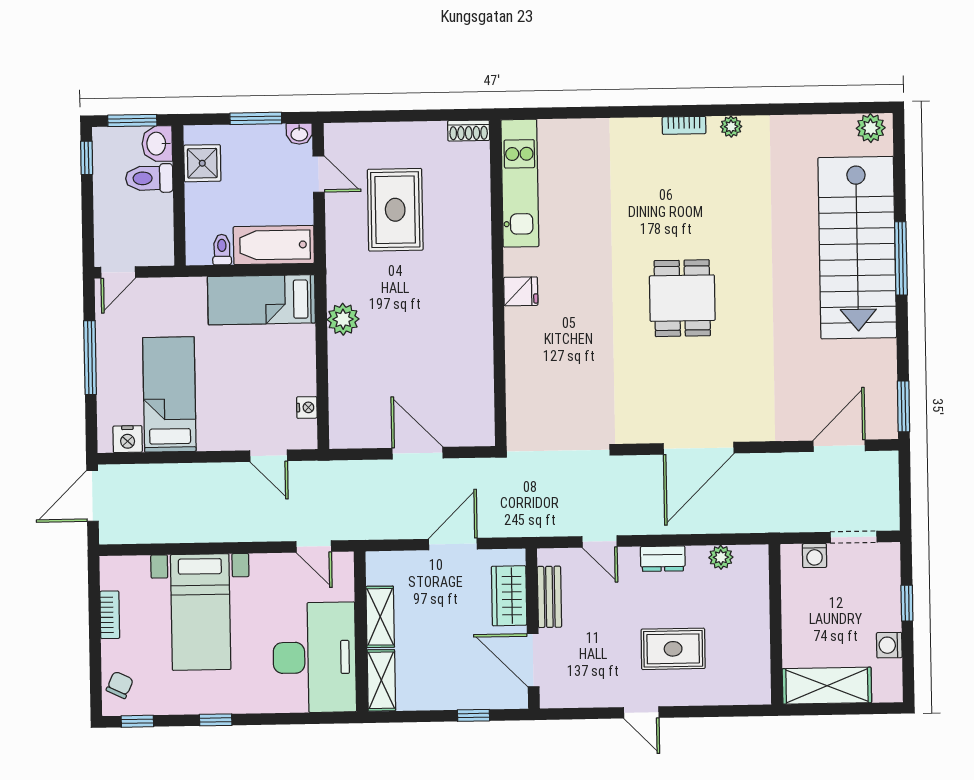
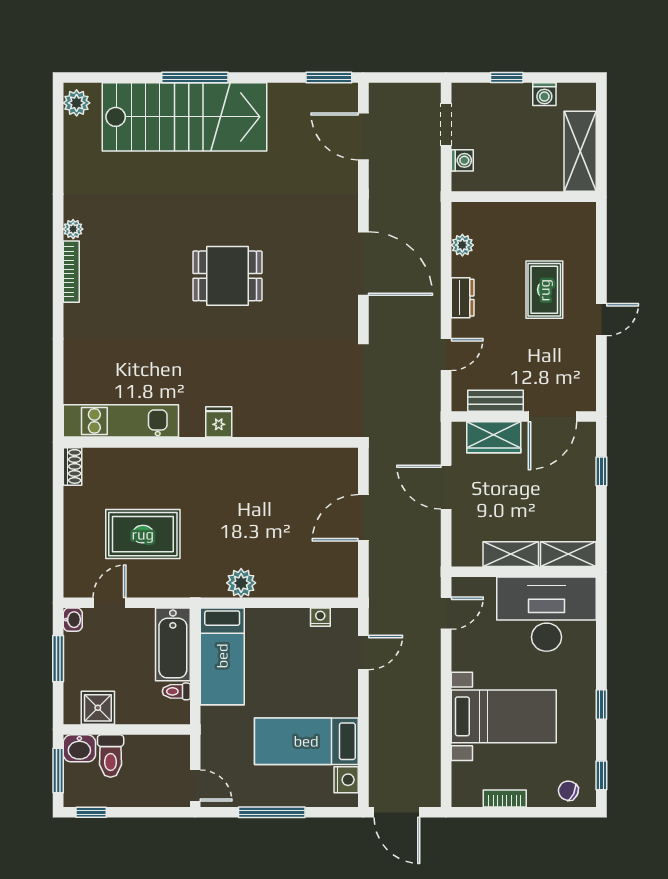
bookcase: (684, 125) -> (71, 272), width x1.56

